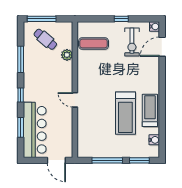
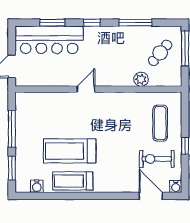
exercise mat: (94, 44) -> (160, 123), moved
treadmill: (150, 110) -> (73, 181), turned 180

